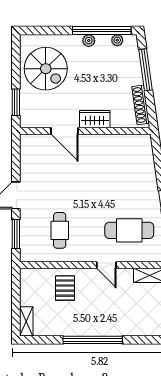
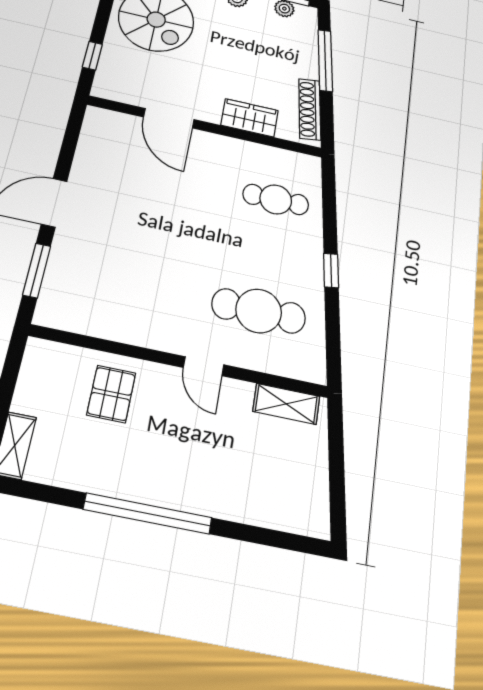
window: (16, 102) -> (92, 56), width x0.67
wardrobe: (95, 119) -> (250, 118), moved
cafe table: (60, 230) -> (276, 199), moved, turned 90

